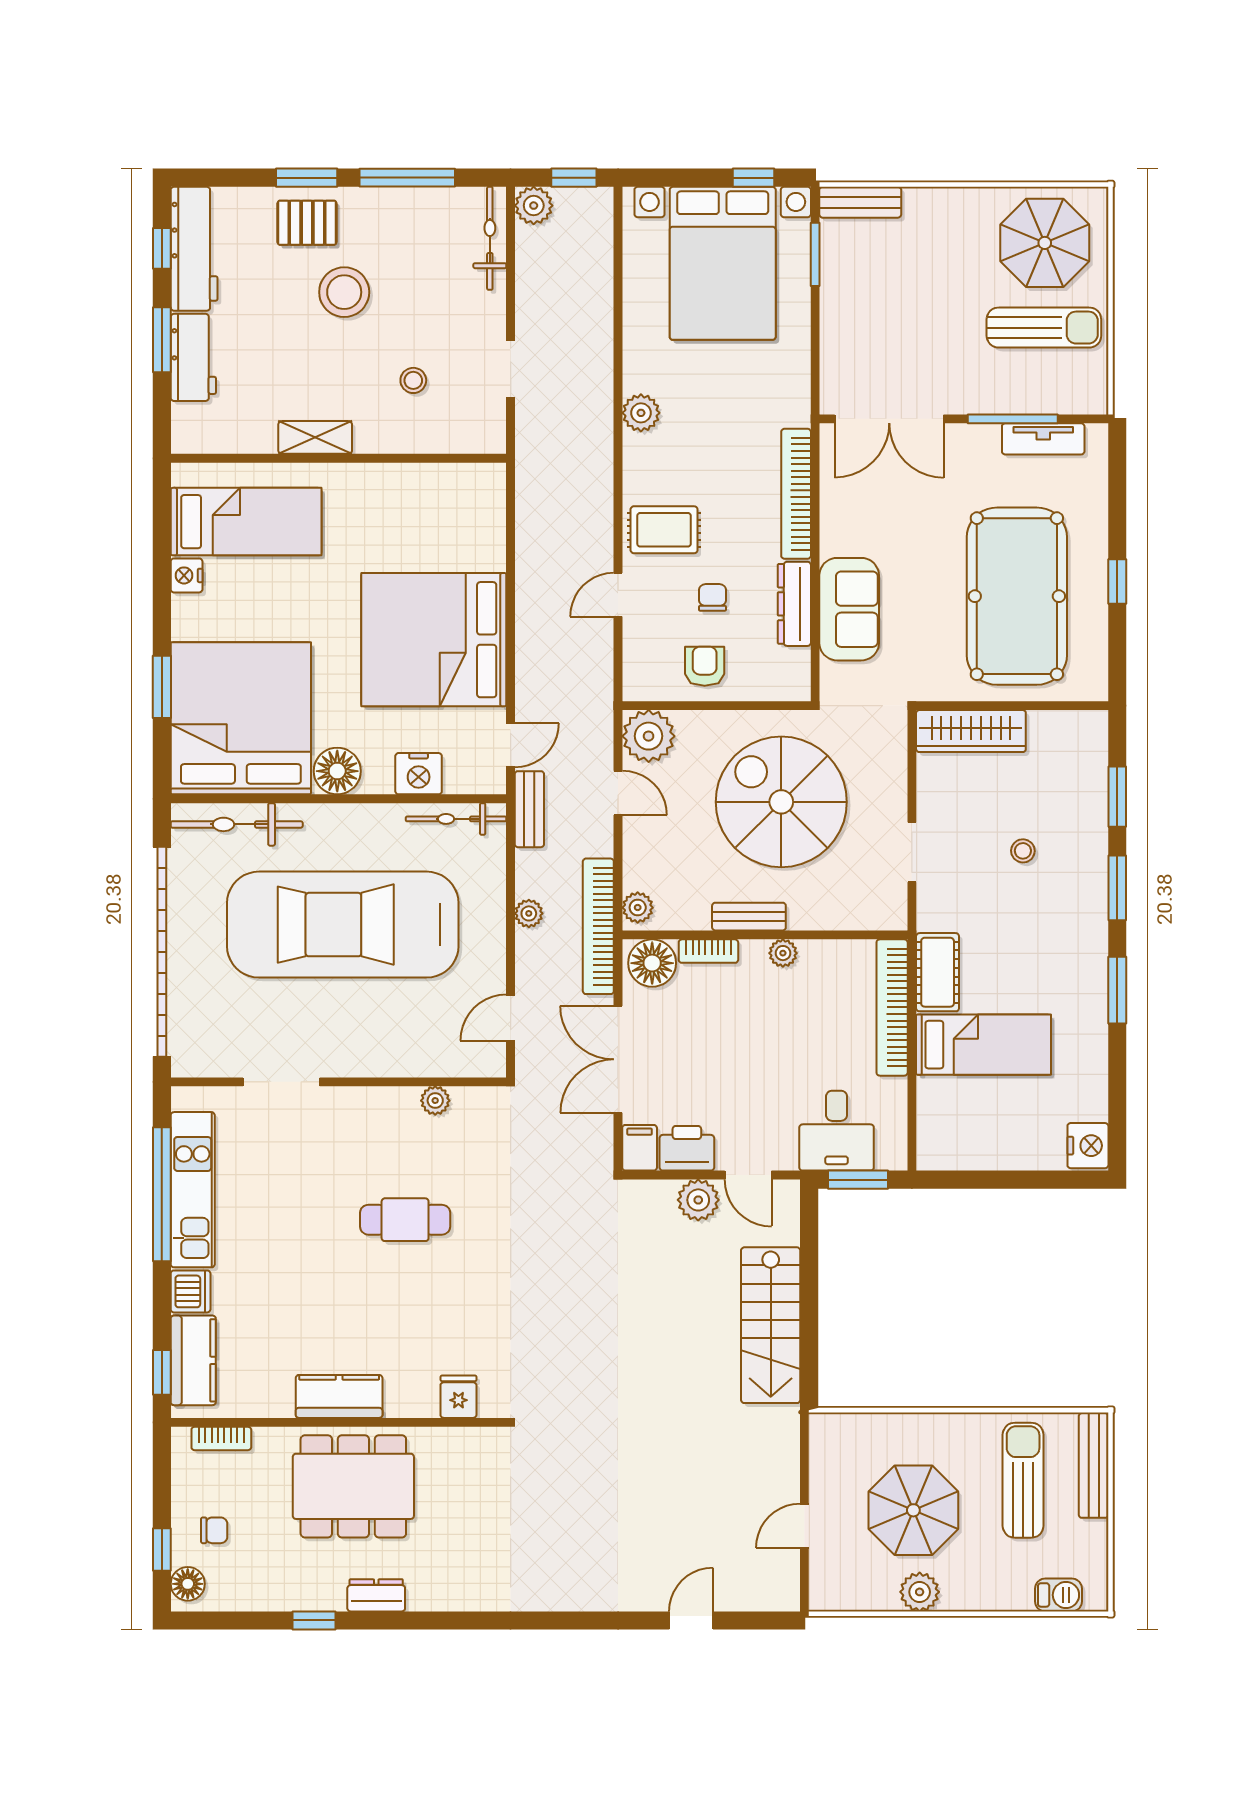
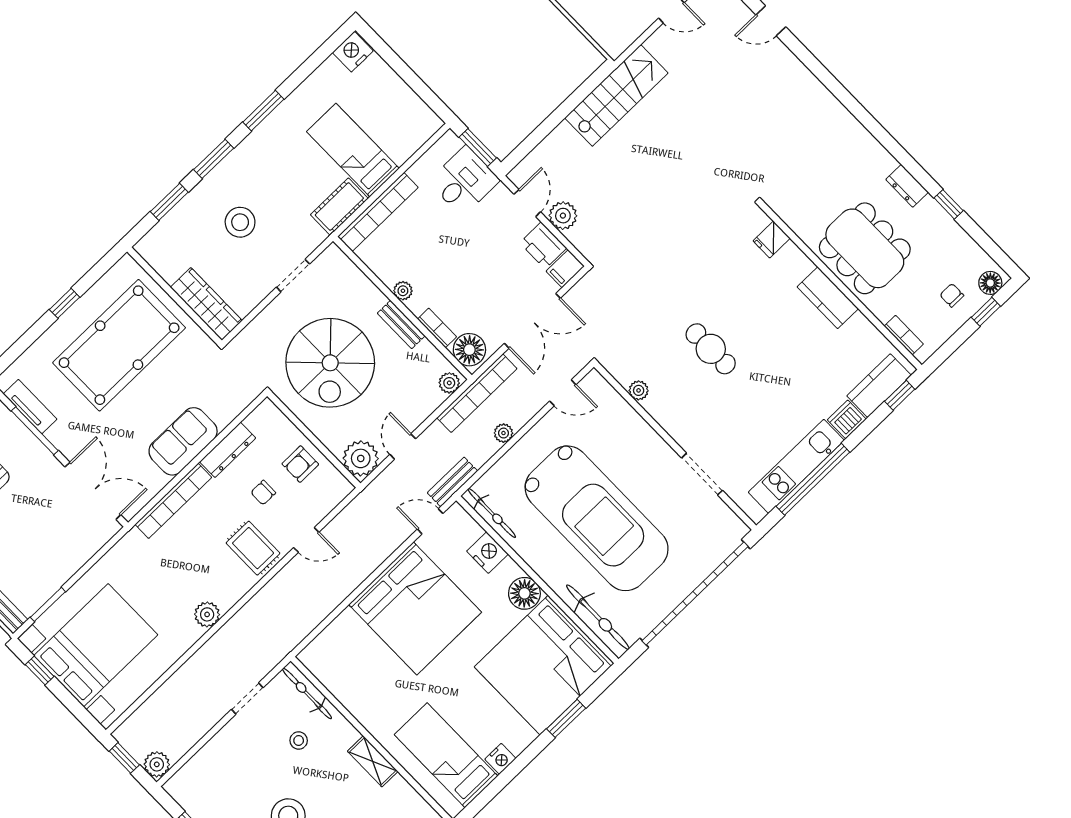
bicycle: (490, 238) -> (307, 693), moved, turned 90
sofa: (849, 609) -> (183, 441), moved
stool: (1023, 851) -> (240, 222), width x1.89, depth x1.89
stairs: (771, 1325) -> (616, 95), moved

